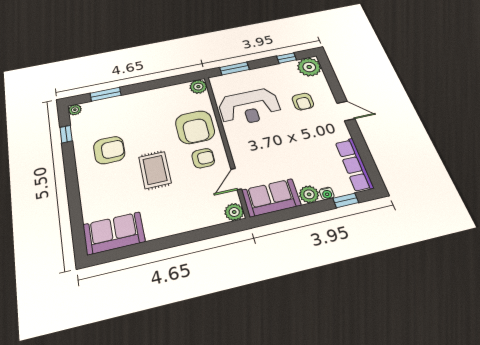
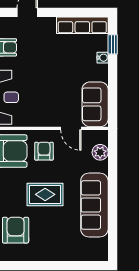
plant: (309, 194) -> (100, 72), removed
plant: (234, 212) -> (100, 152), moved
sofa: (114, 233) -> (94, 205), moved, width x1.36

